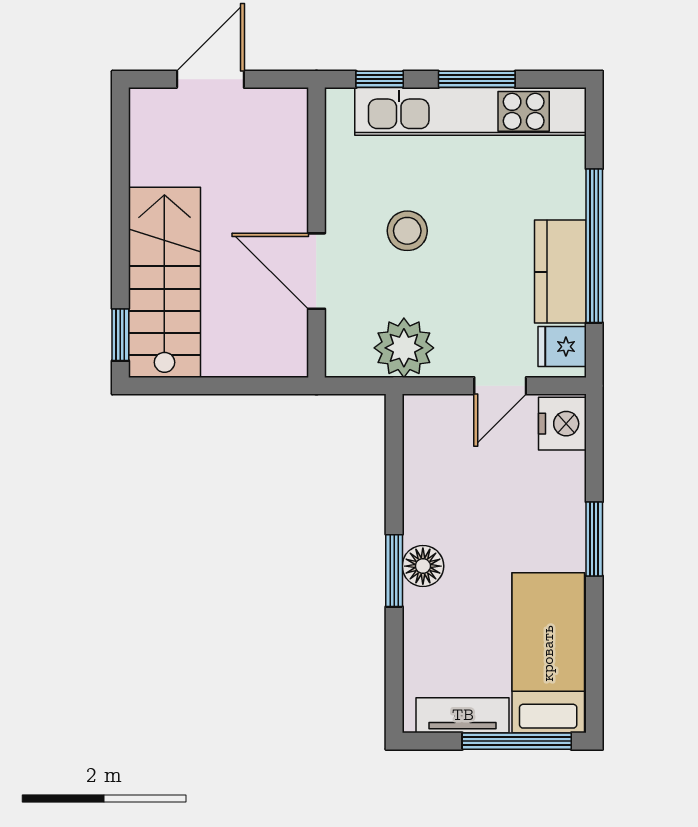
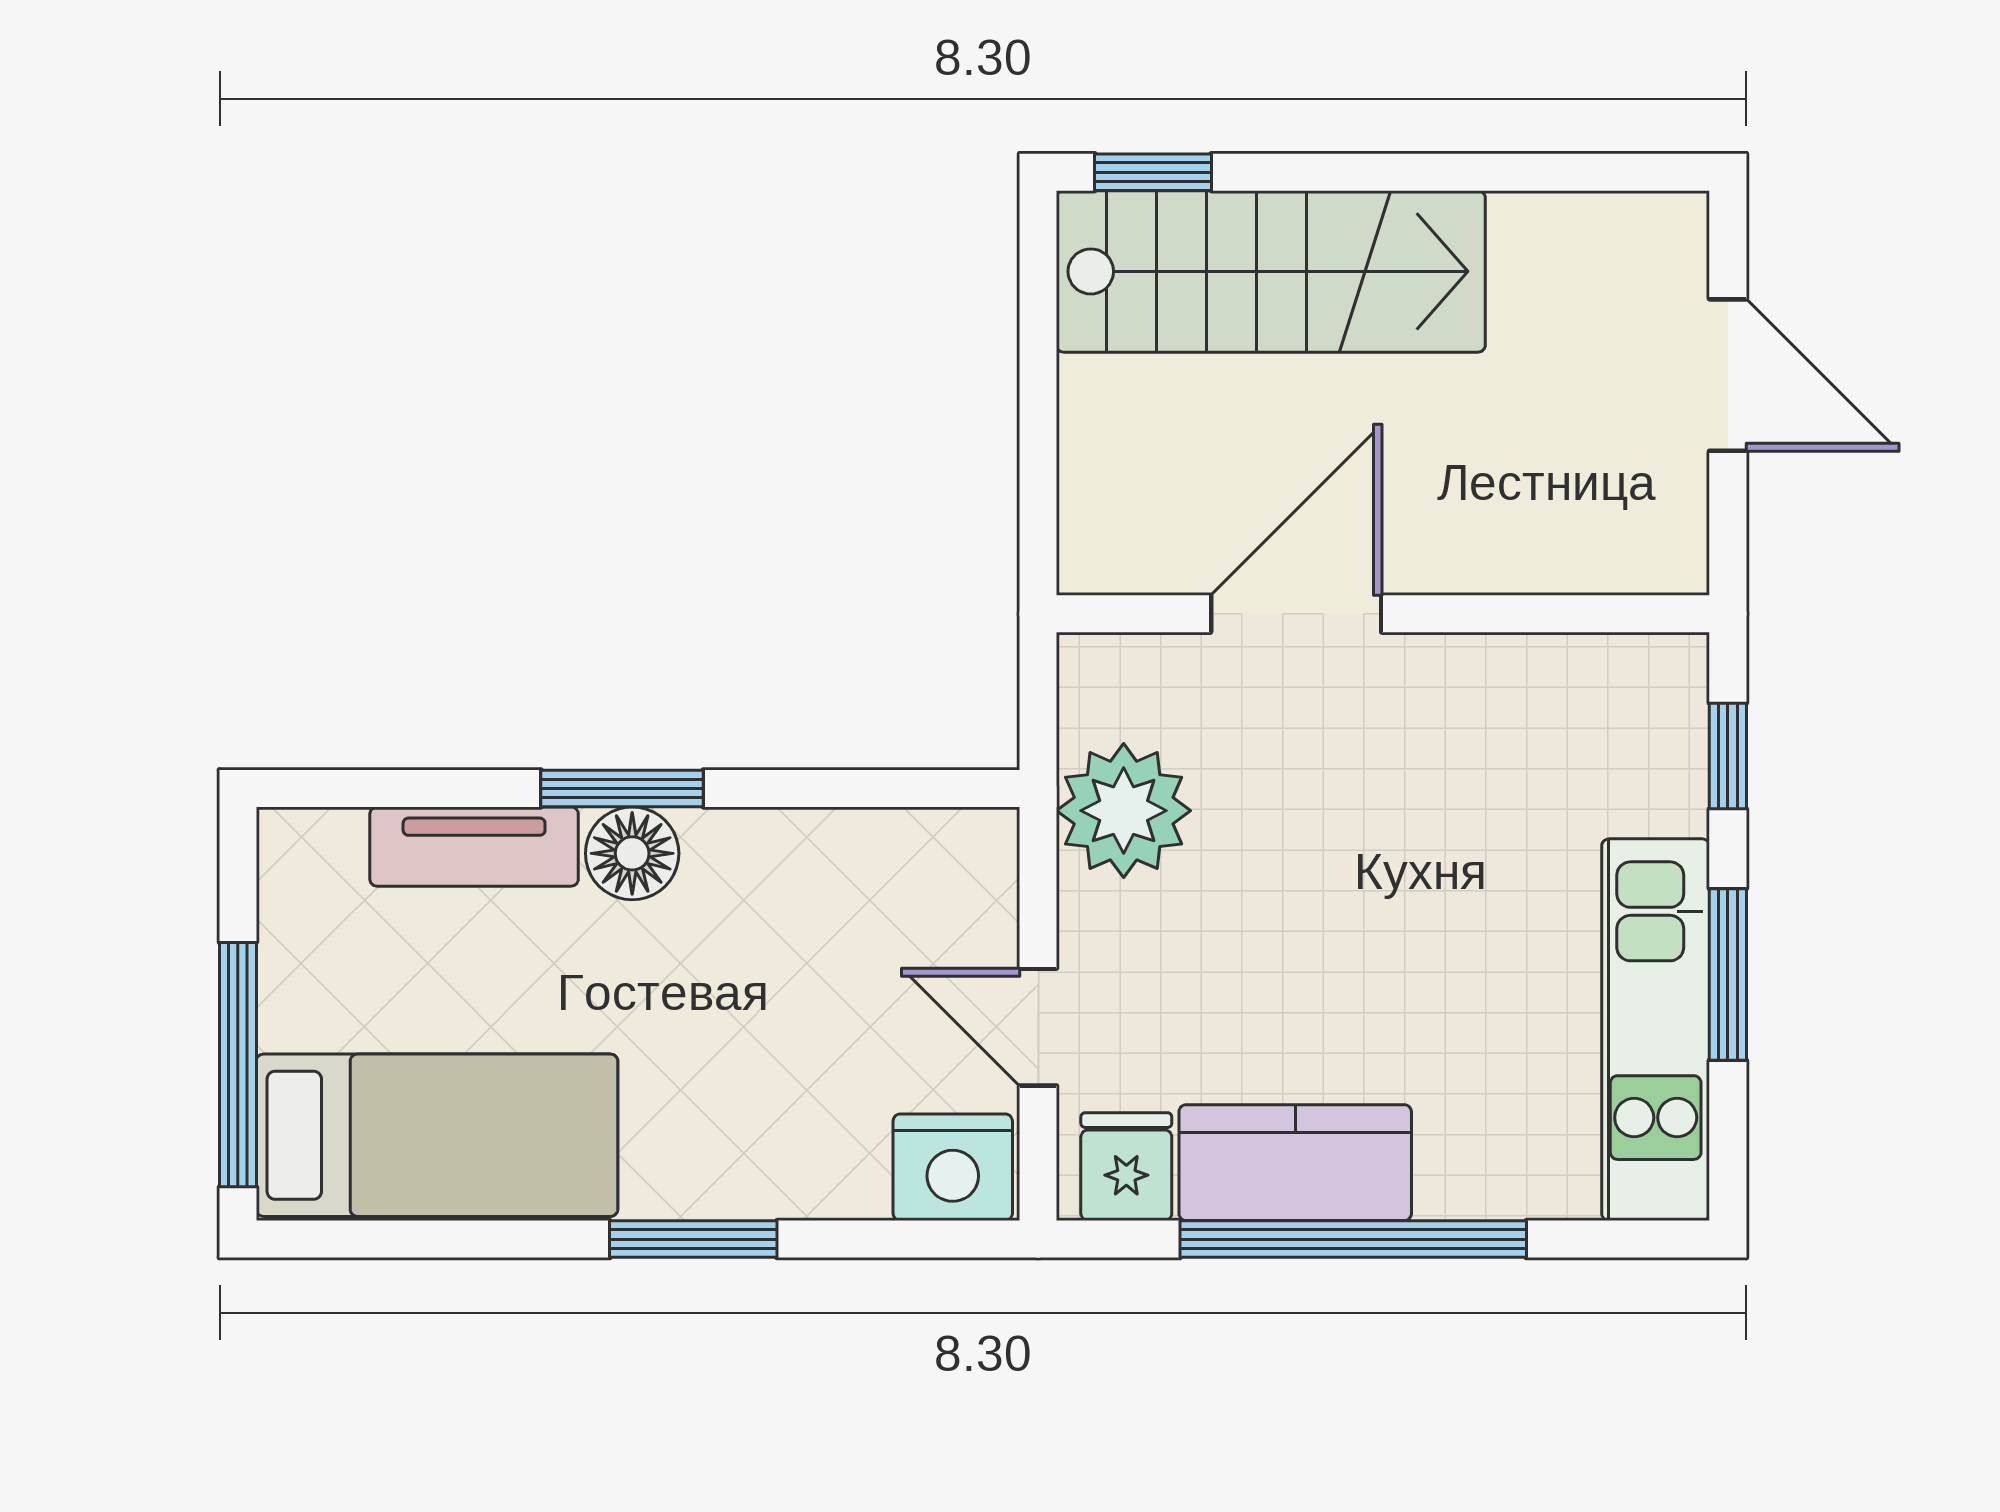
kitchen unit: (470, 111) -> (1656, 1030), width x0.73
stool: (407, 231) -> (1387, 818), removed
tv unit: (463, 715) -> (474, 847), moved, turned 90

